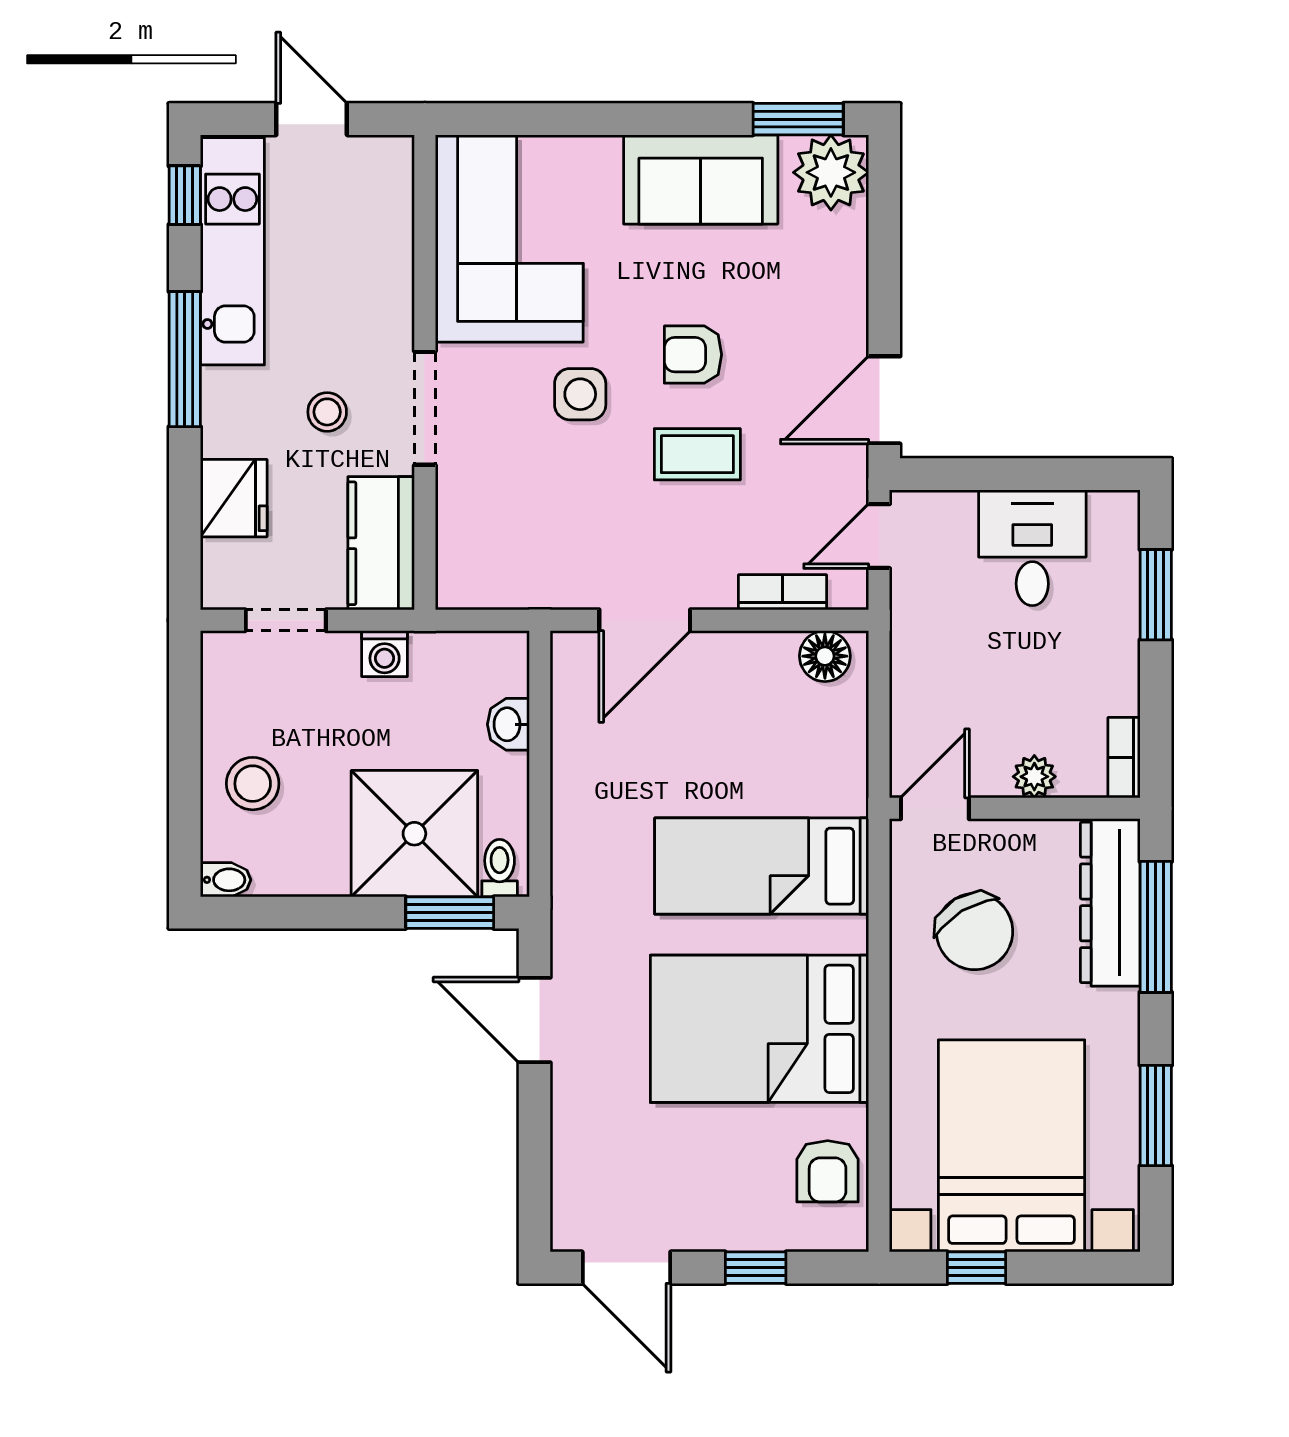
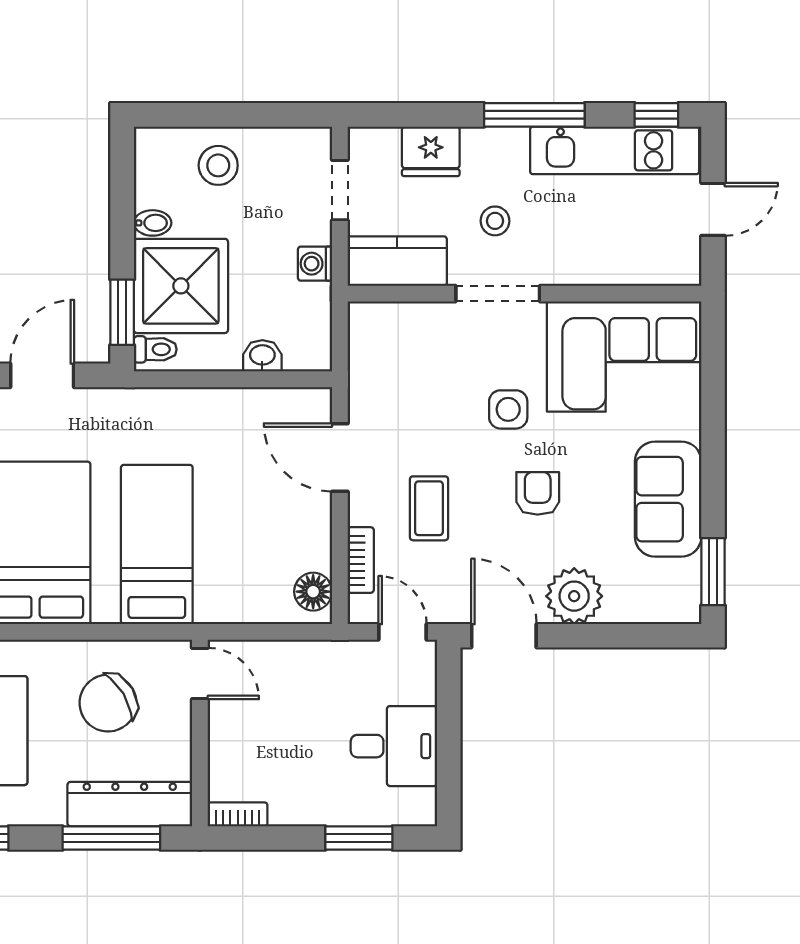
plant: (831, 172) -> (574, 596), moved
coffee table: (697, 454) -> (429, 508), moved
plant: (1034, 777) -> (223, 748), removed
bidet: (226, 880) -> (153, 223), moved, turned -90

